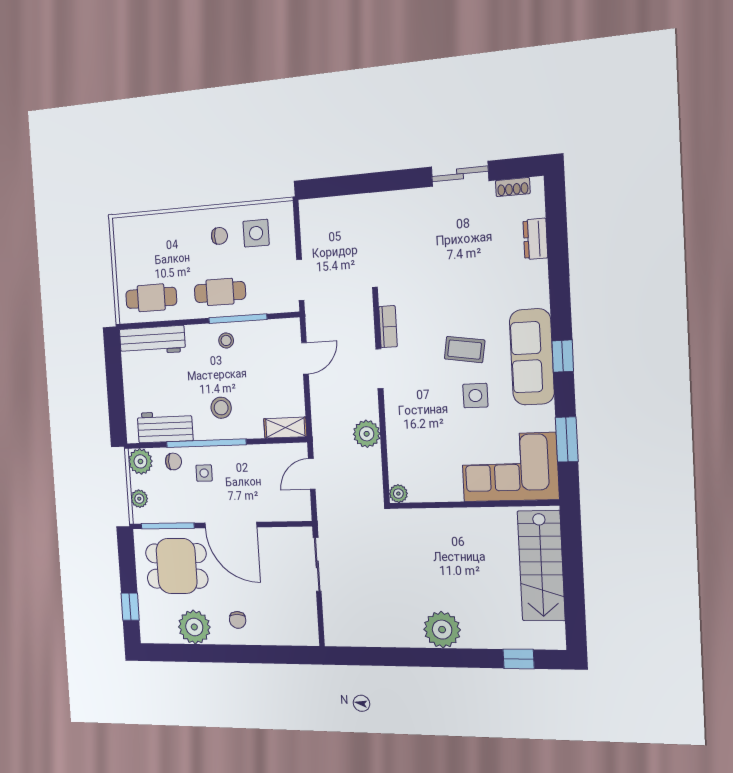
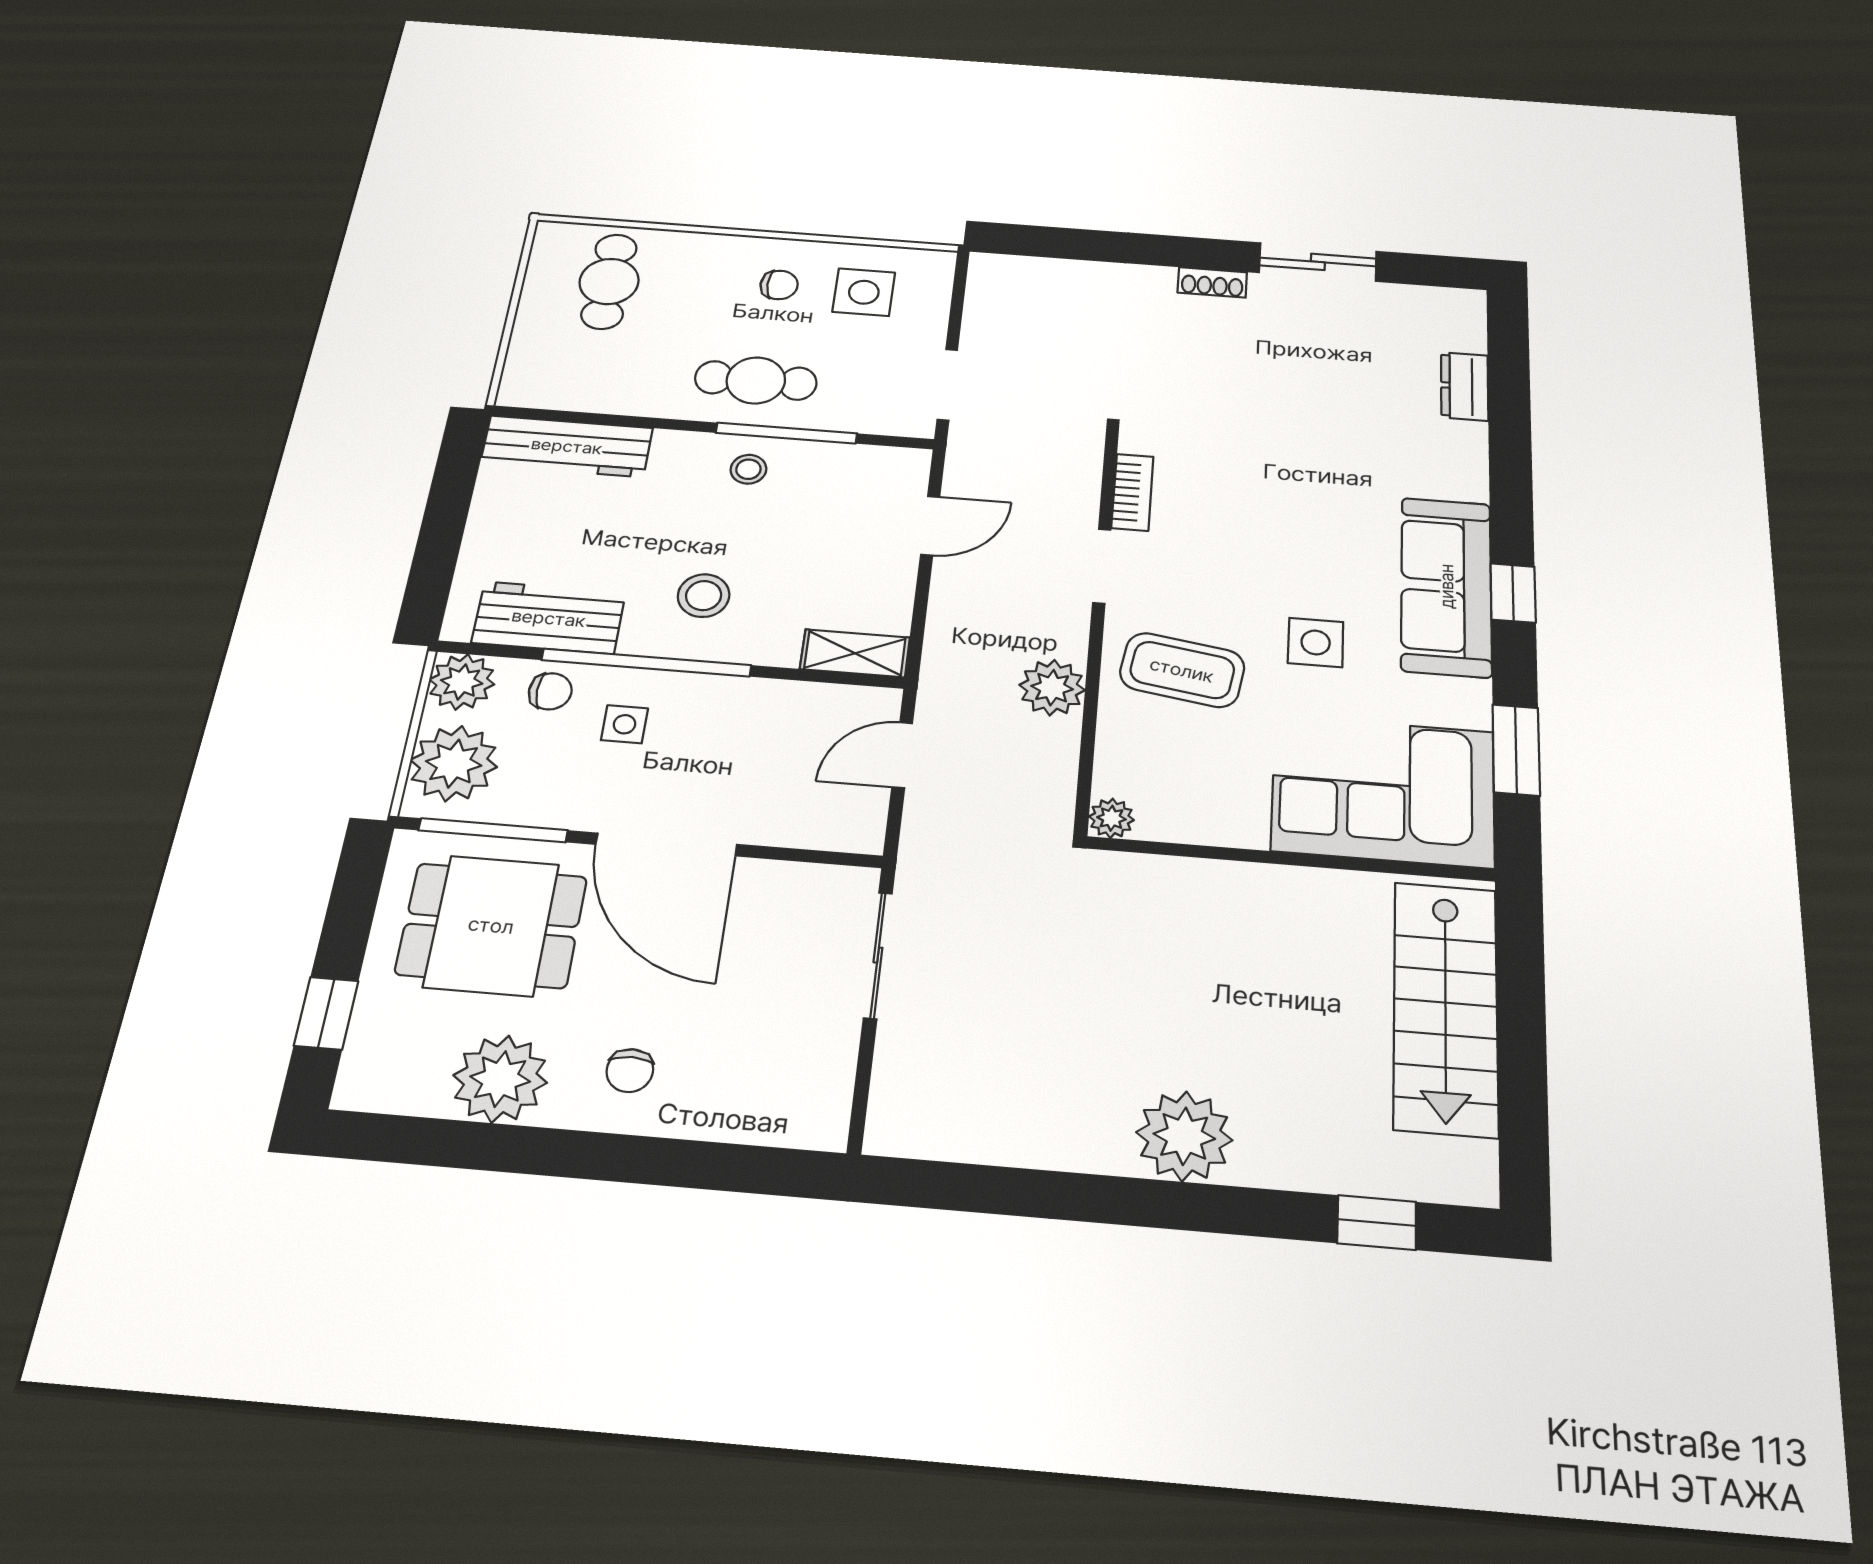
shoe rack: (513, 187) -> (1212, 282), moved
cafe table: (151, 298) -> (609, 281), moved, turned 90
coffee table: (465, 349) -> (1182, 670), moved, width x1.36, depth x1.30
plant: (139, 499) -> (454, 763), width x1.88, depth x1.88

